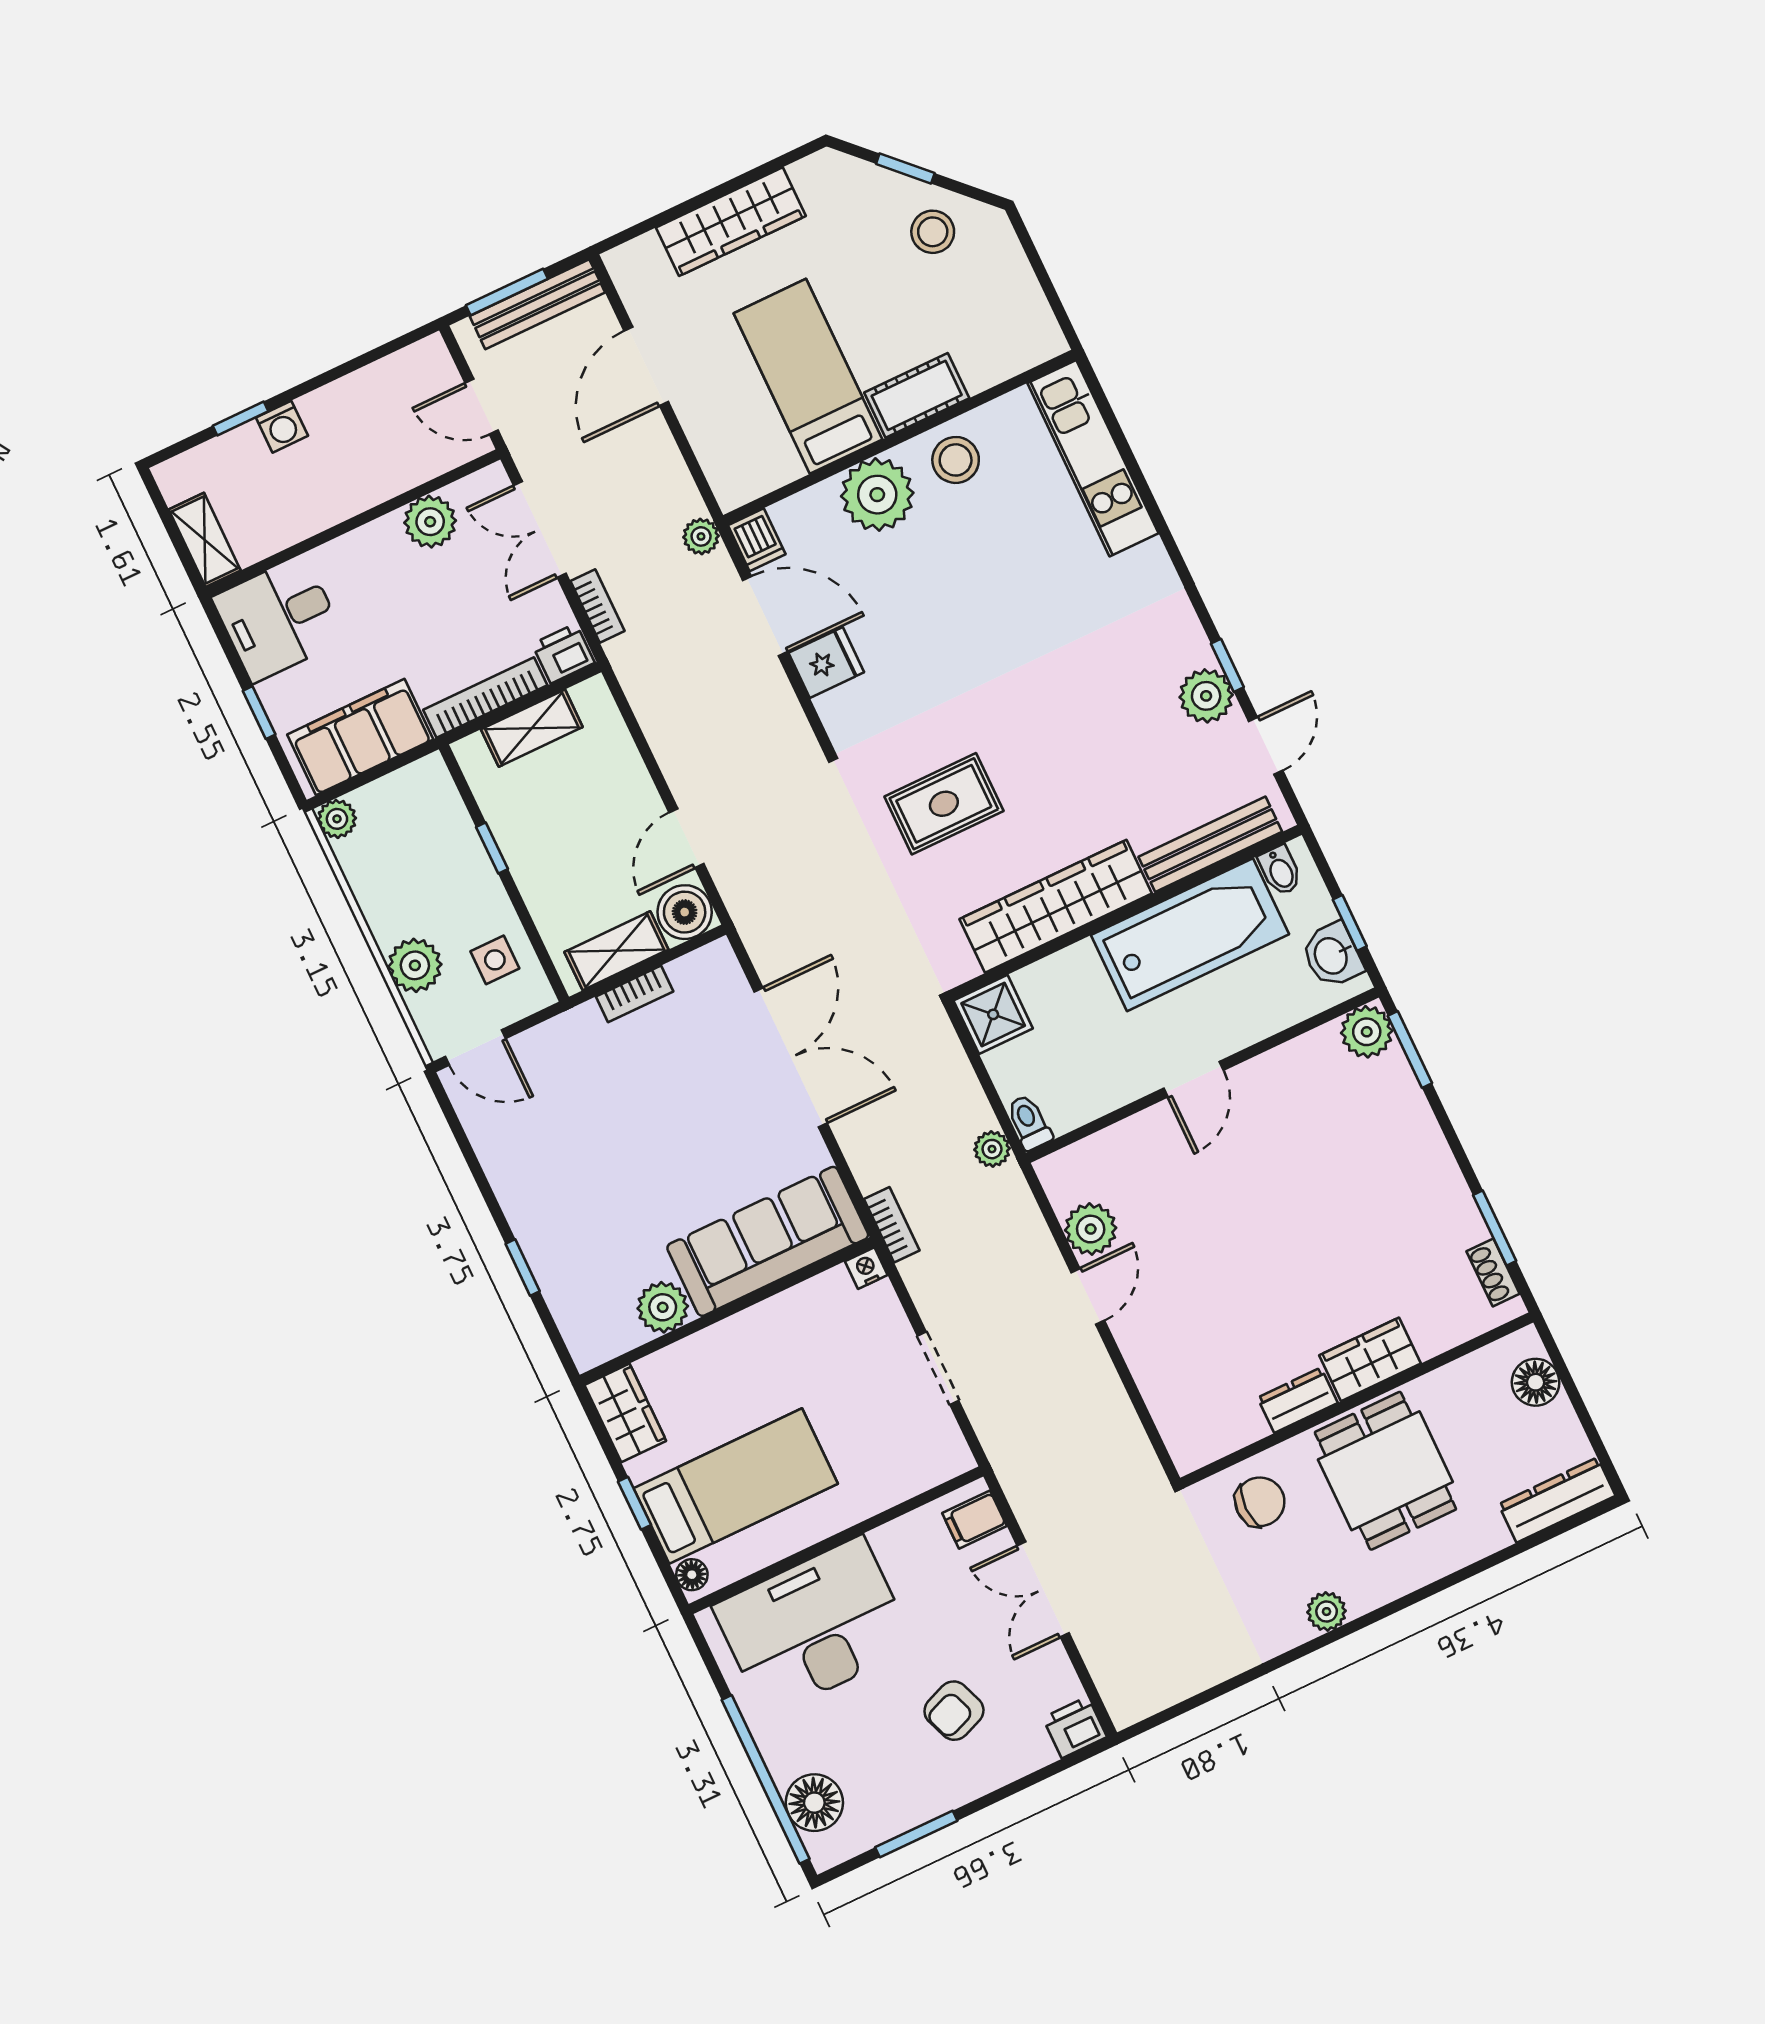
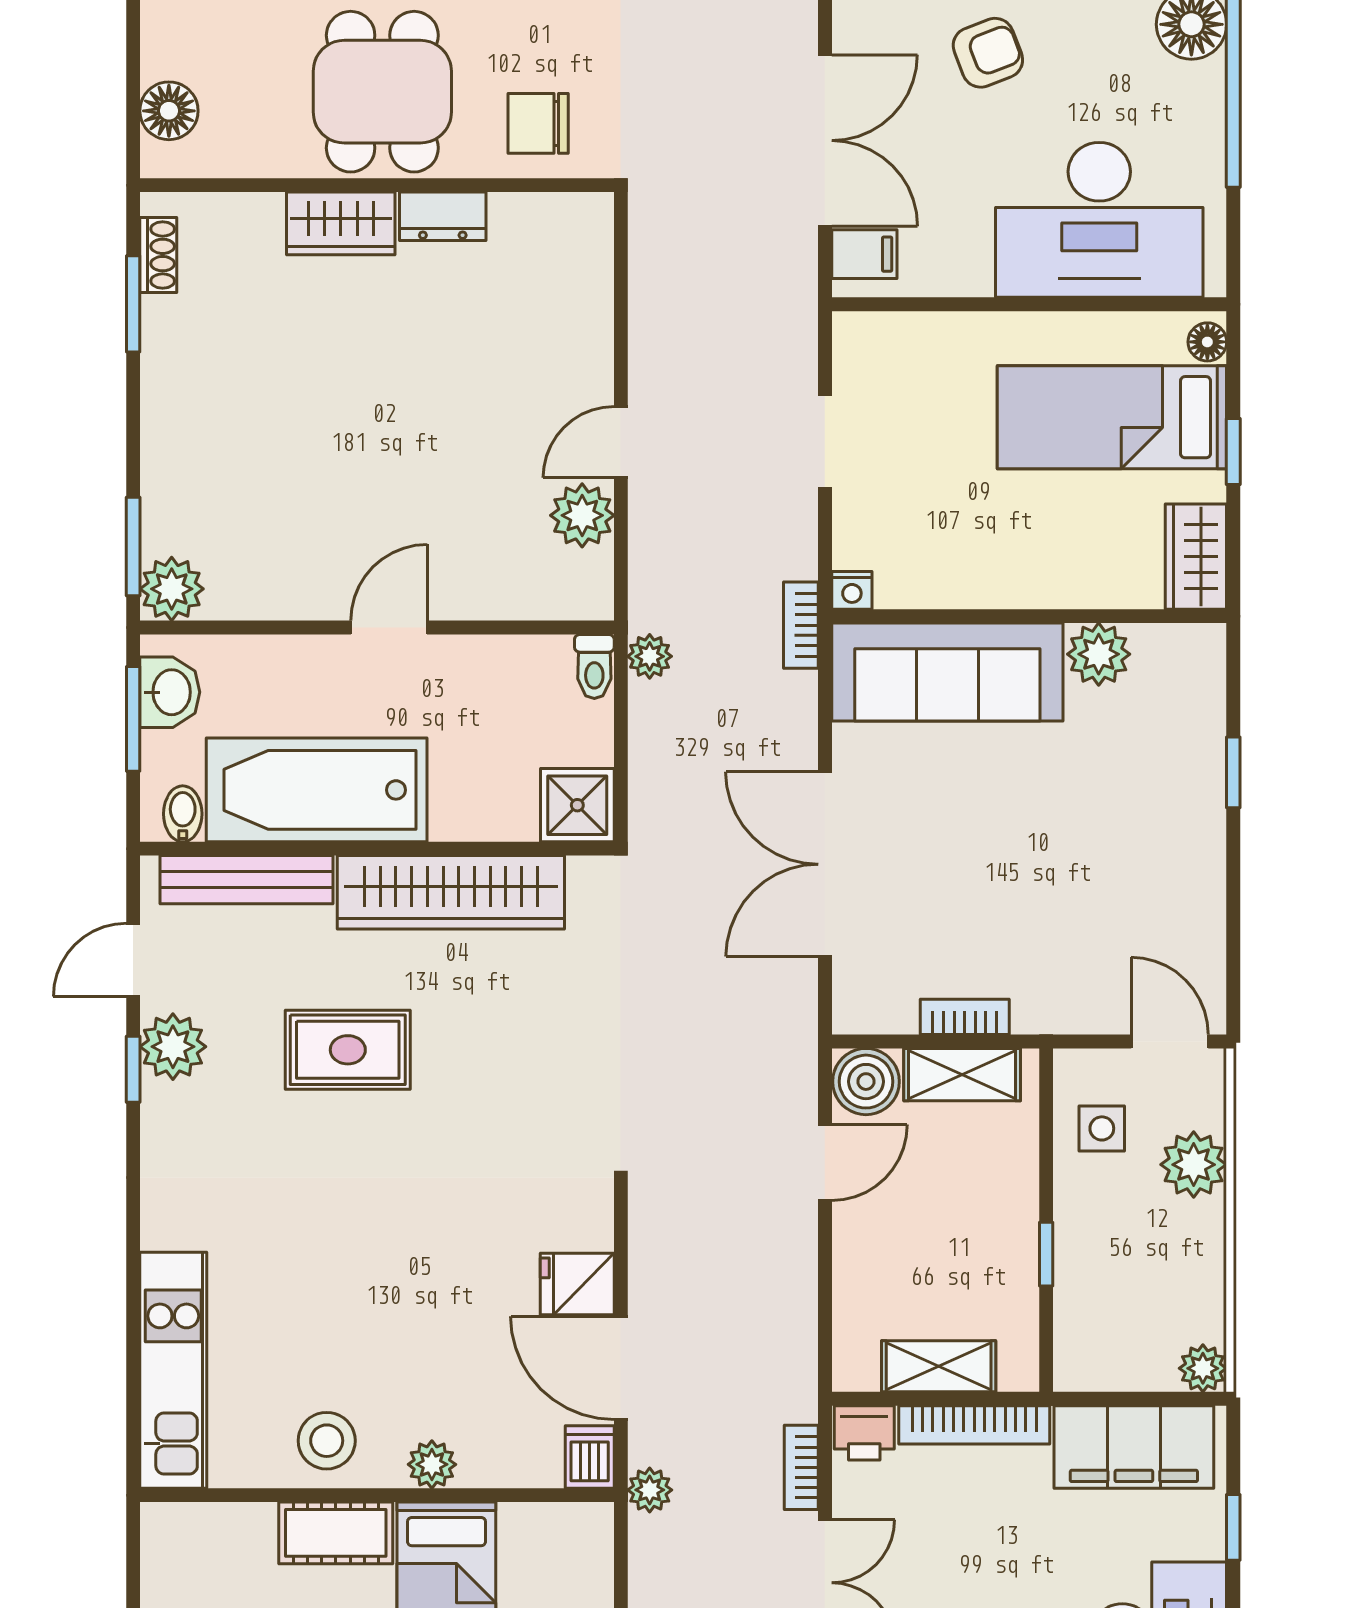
plant: (877, 495) -> (432, 1464), width x0.53, depth x0.53
rug: (944, 804) -> (348, 1050), moved
window: (1350, 923) -> (133, 719), width x1.50
double door: (1043, 1589) -> (825, 140), width x1.37

